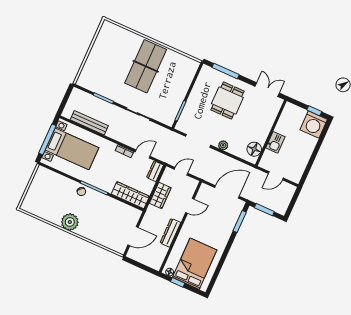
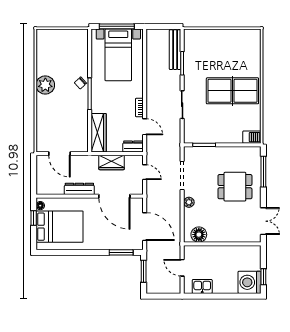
barbecue: (192, 67) -> (252, 137), added
bench: (89, 123) -> (175, 50), moved
kitchen sink: (275, 142) -> (202, 286), moved, turned 180
door: (190, 206) -> (114, 196), width x1.87

